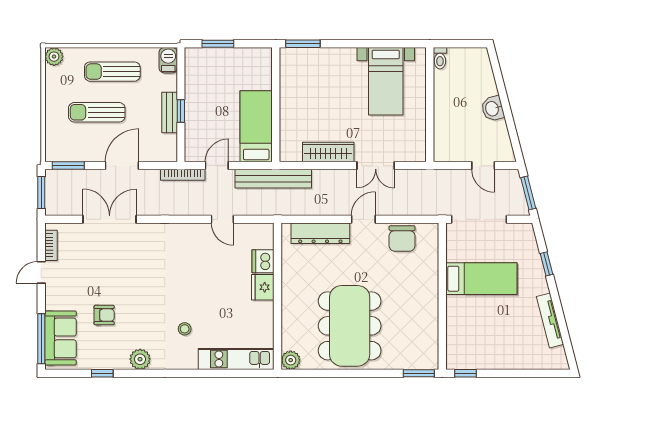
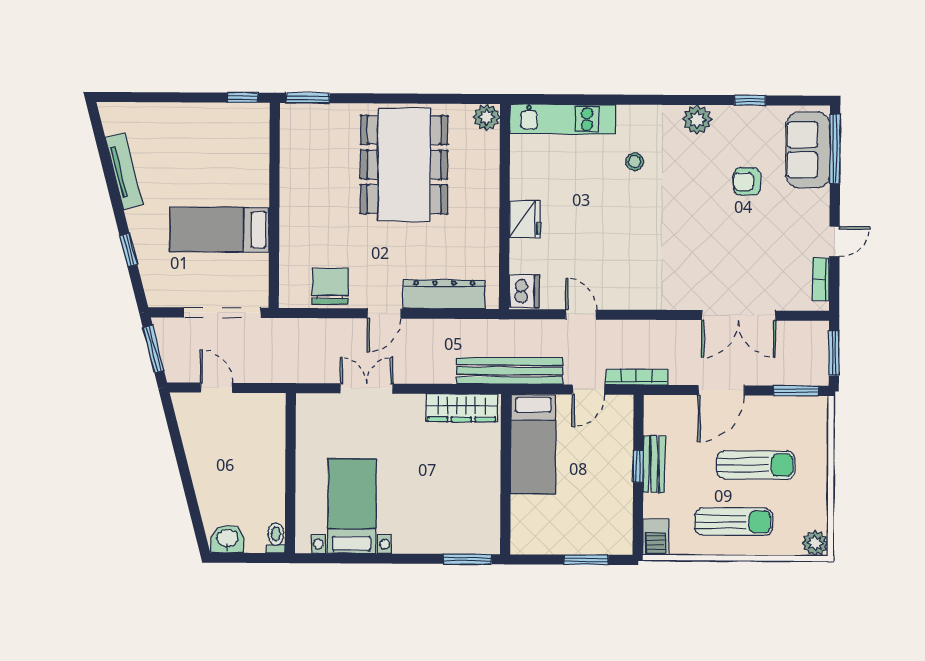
washbasin: (493, 109) -> (228, 539), moved, turned -76
wardrobe: (328, 152) -> (462, 408), moved
dishwasher: (263, 261) -> (524, 291), moved

